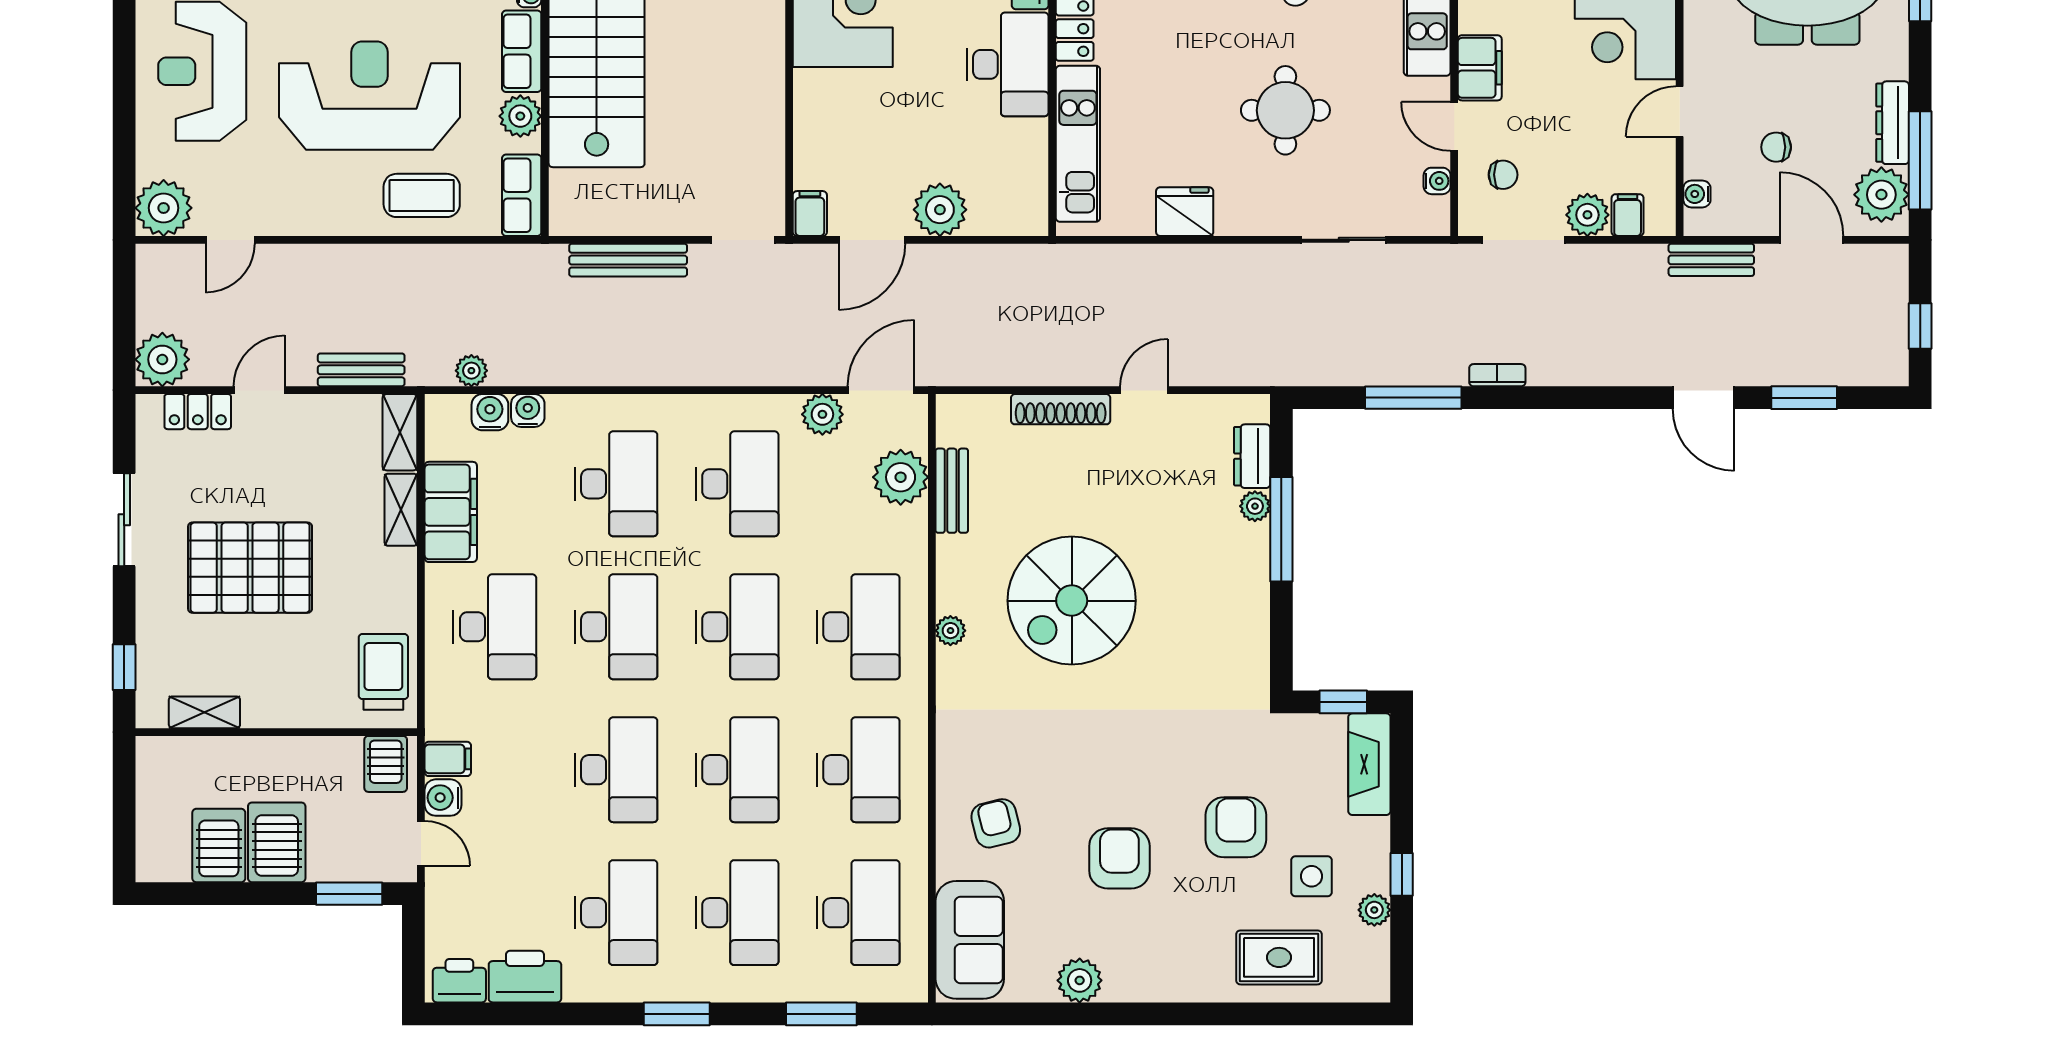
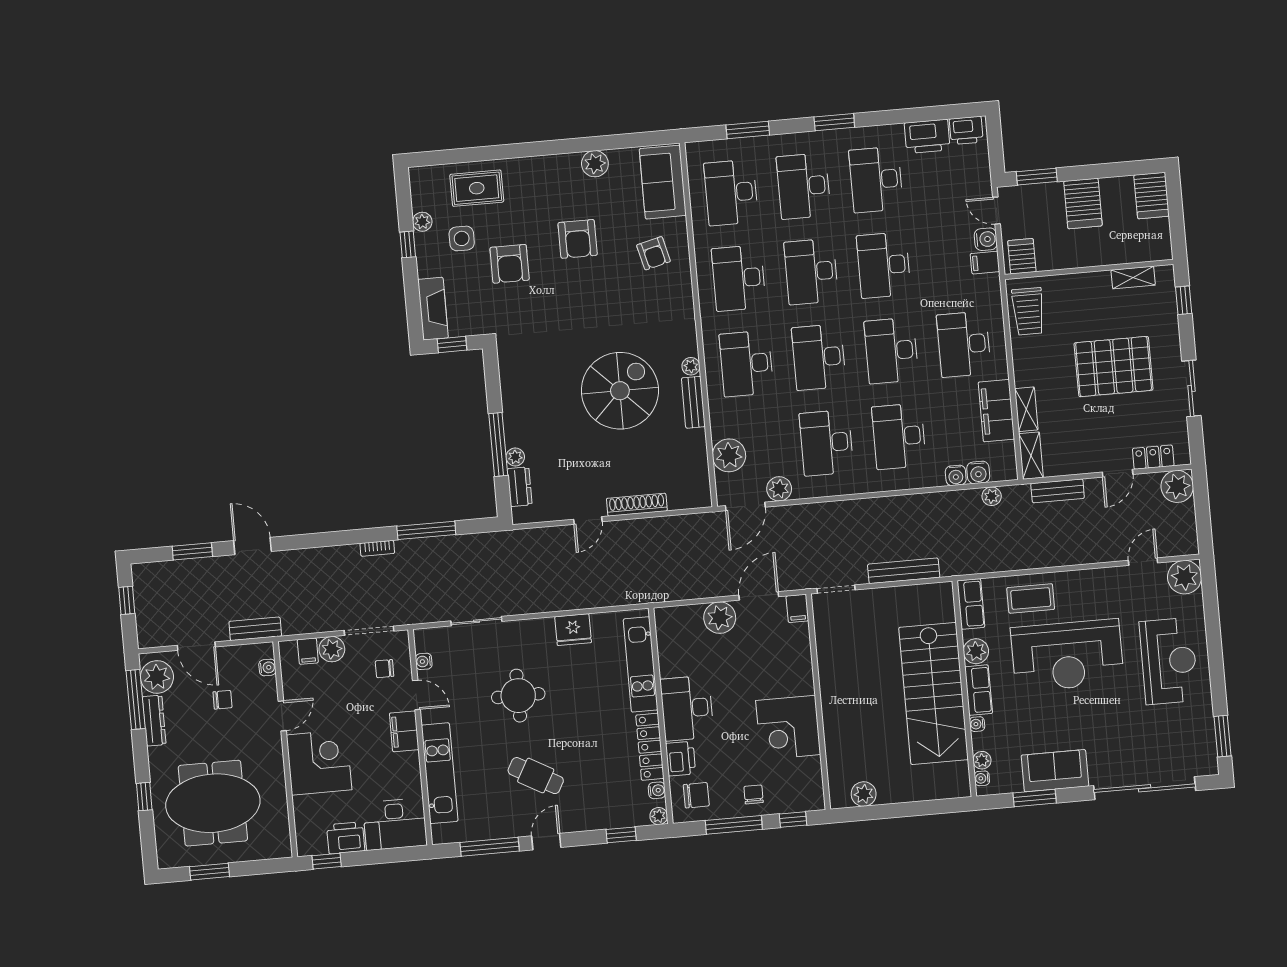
bench: (952, 491) -> (693, 402), moved
server rack: (219, 845) -> (1152, 195), moved

